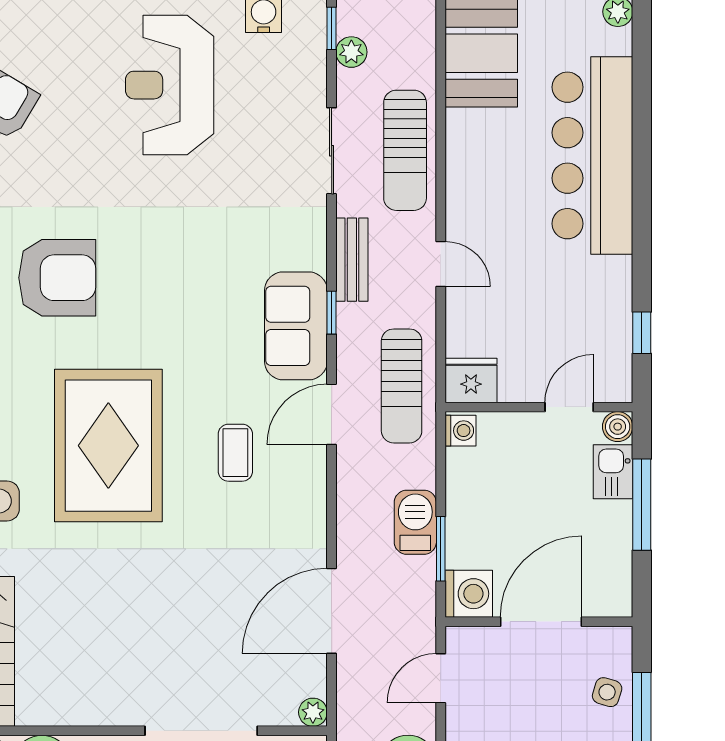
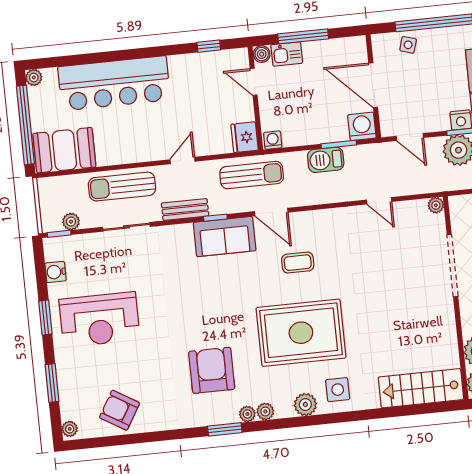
sun lounger: (405, 150) -> (122, 187), turned 180
door: (332, 611) -> (379, 201), width x0.53

